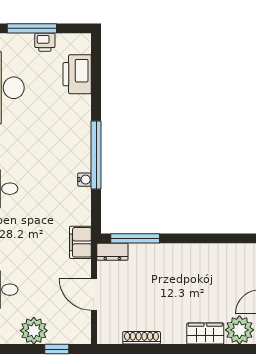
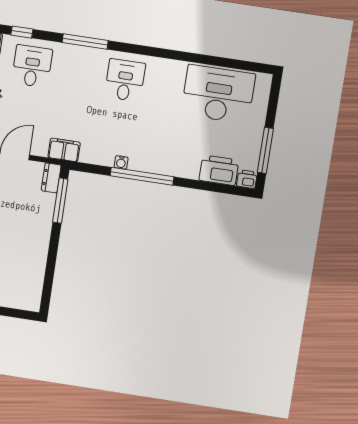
window: (32, 28) -> (265, 150), moved
printer: (45, 42) -> (247, 179), moved, turned 90

